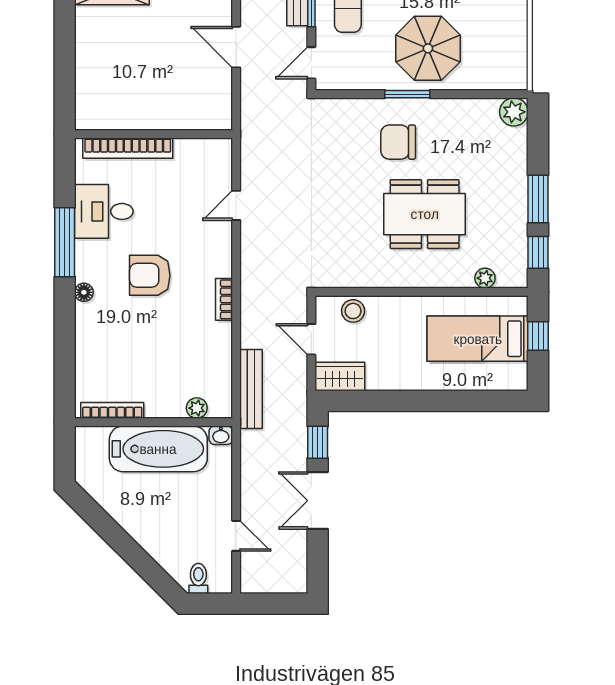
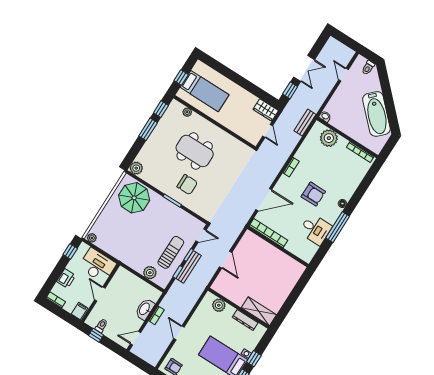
parasol: (428, 48) -> (134, 198), moved
bookcase: (128, 148) -> (268, 233), moved
door: (236, 205) -> (264, 200), width x1.87
stool: (353, 311) -> (245, 132), removed
bench: (251, 389) -> (305, 123), width x0.73
plant: (197, 408) -> (329, 138), width x1.88, depth x1.88
bathtub: (158, 449) -> (376, 114), moved, turned -135

